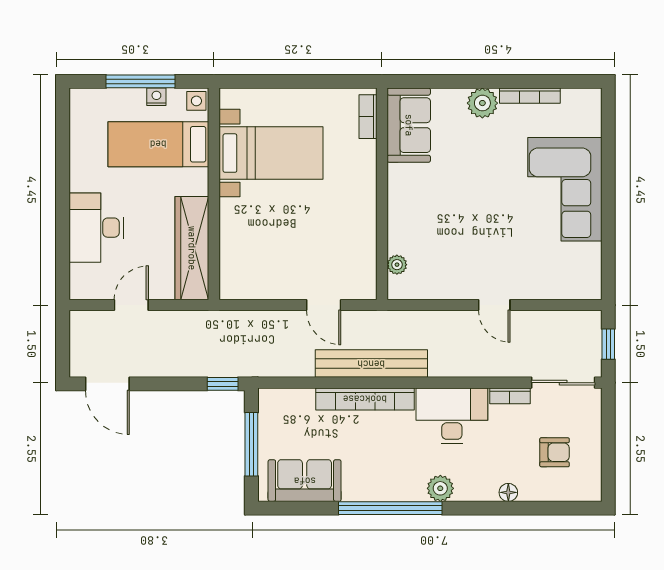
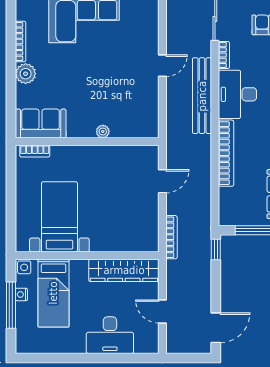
plant: (397, 265) -> (103, 132), moved
bookcase: (241, 318) -> (171, 237), added
bench: (371, 364) -> (202, 96), moved

